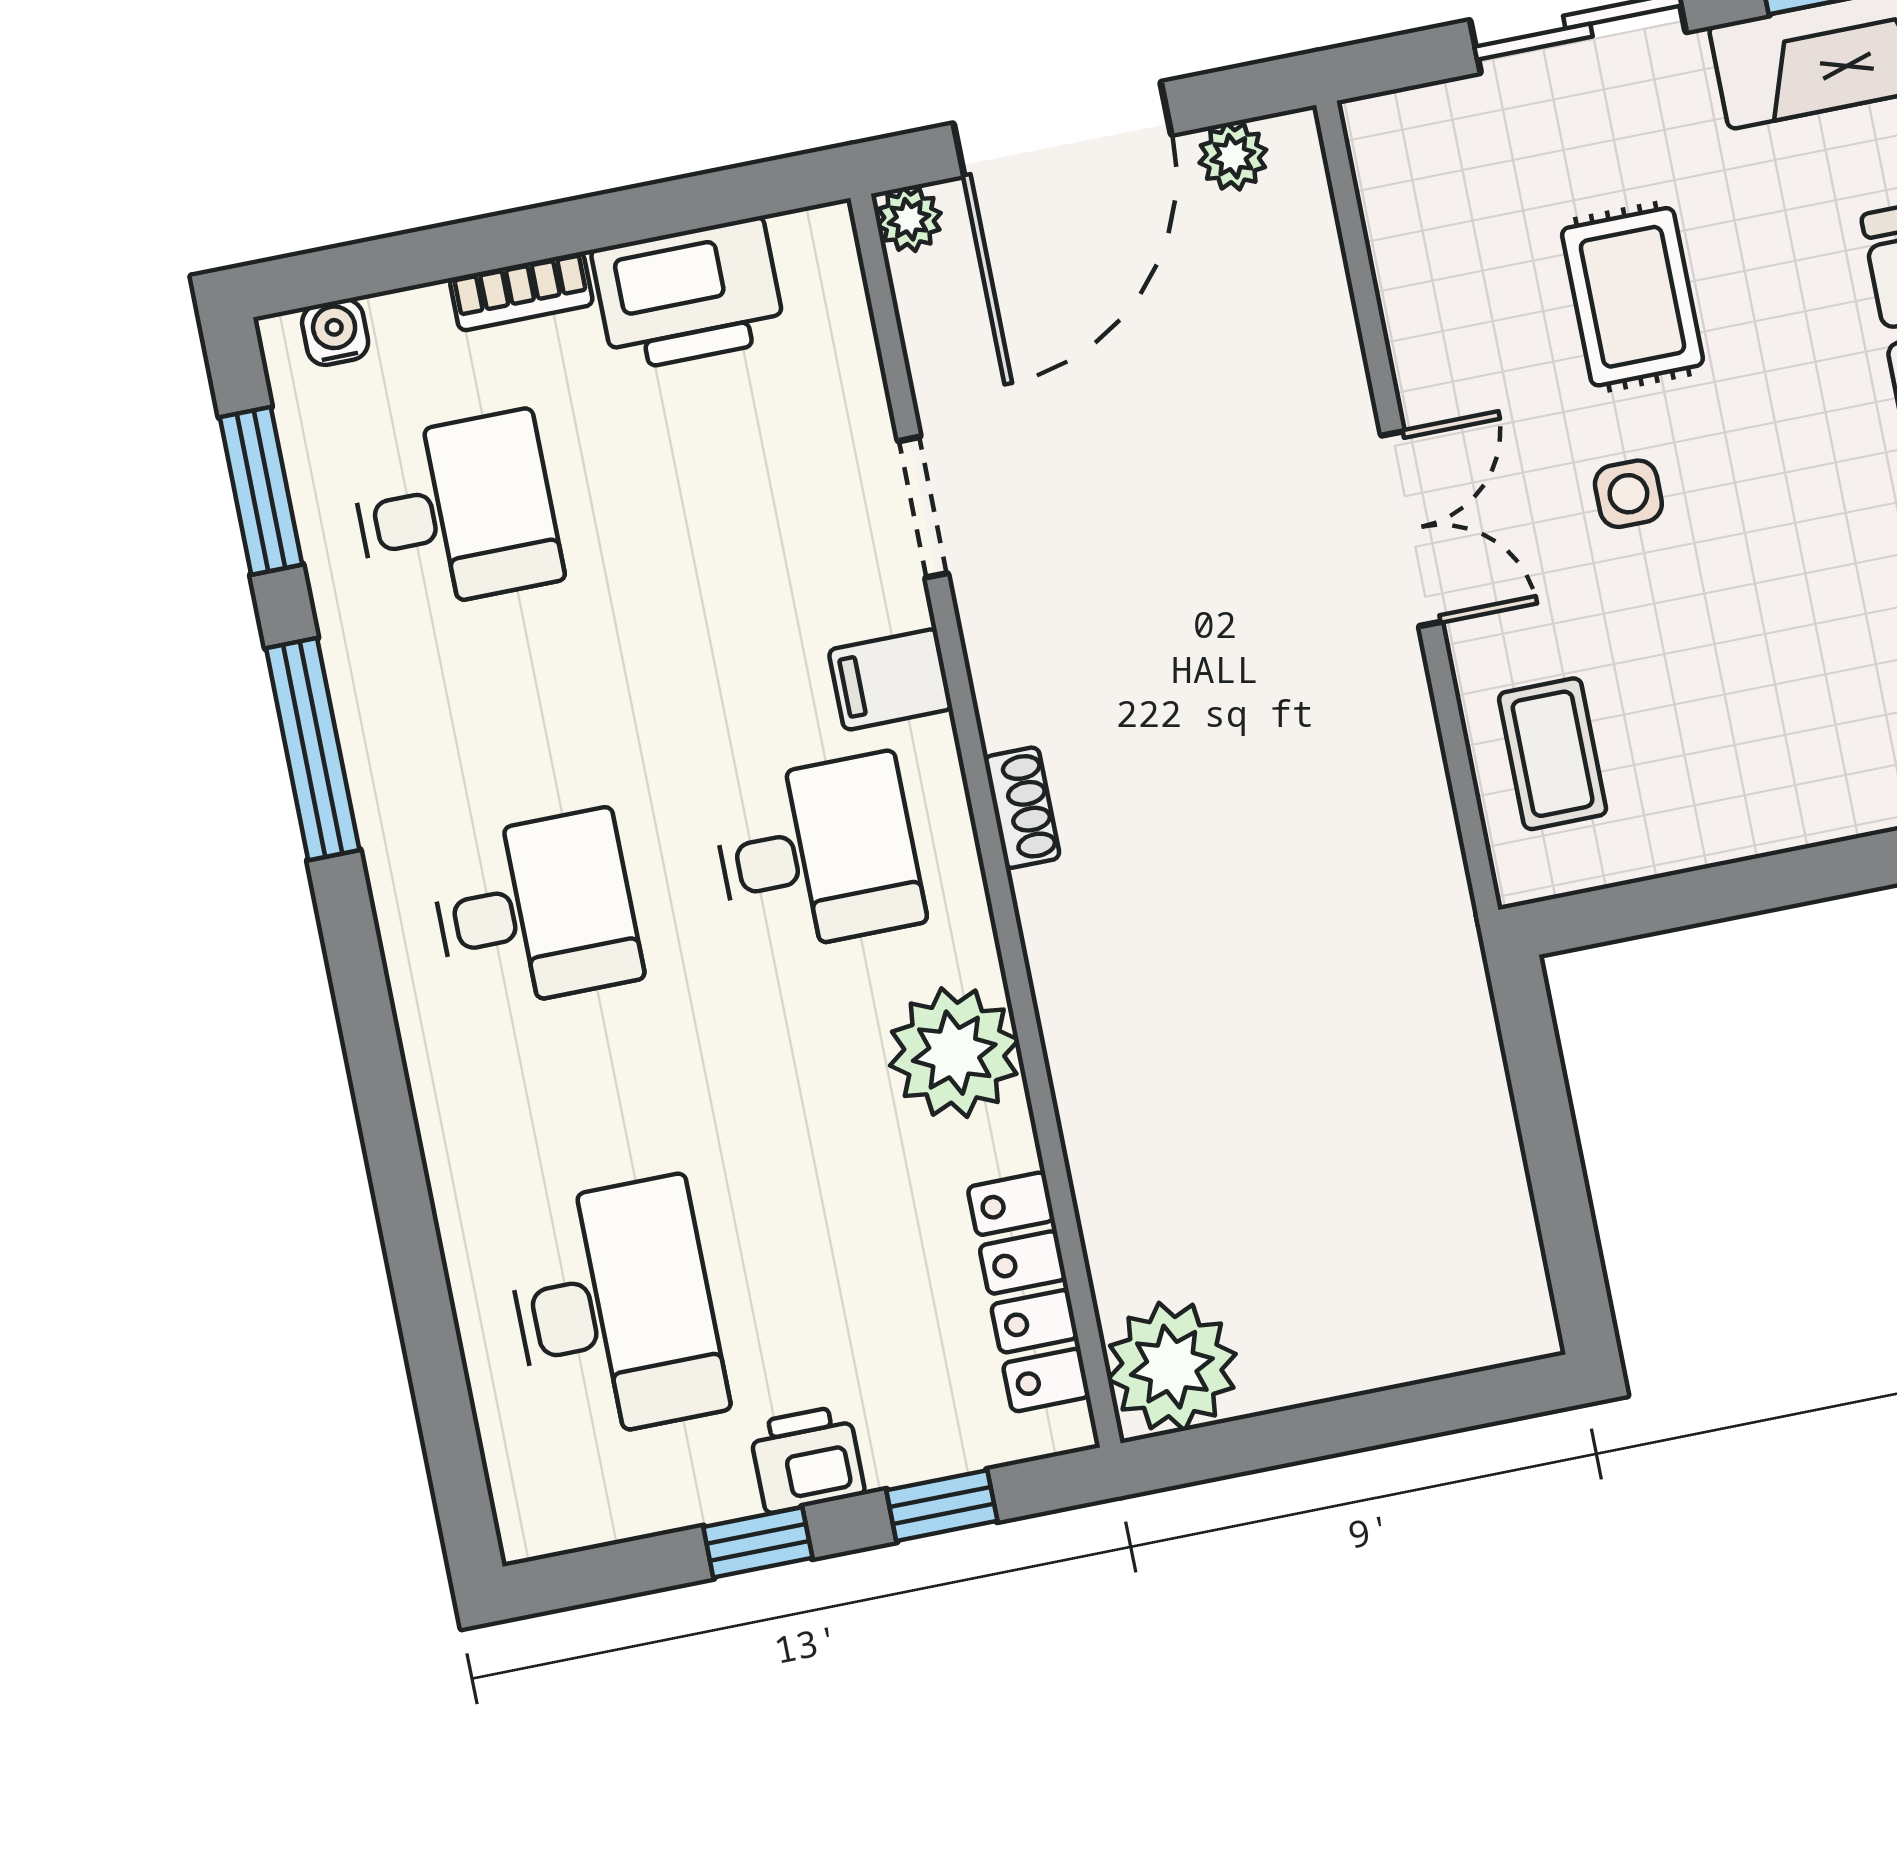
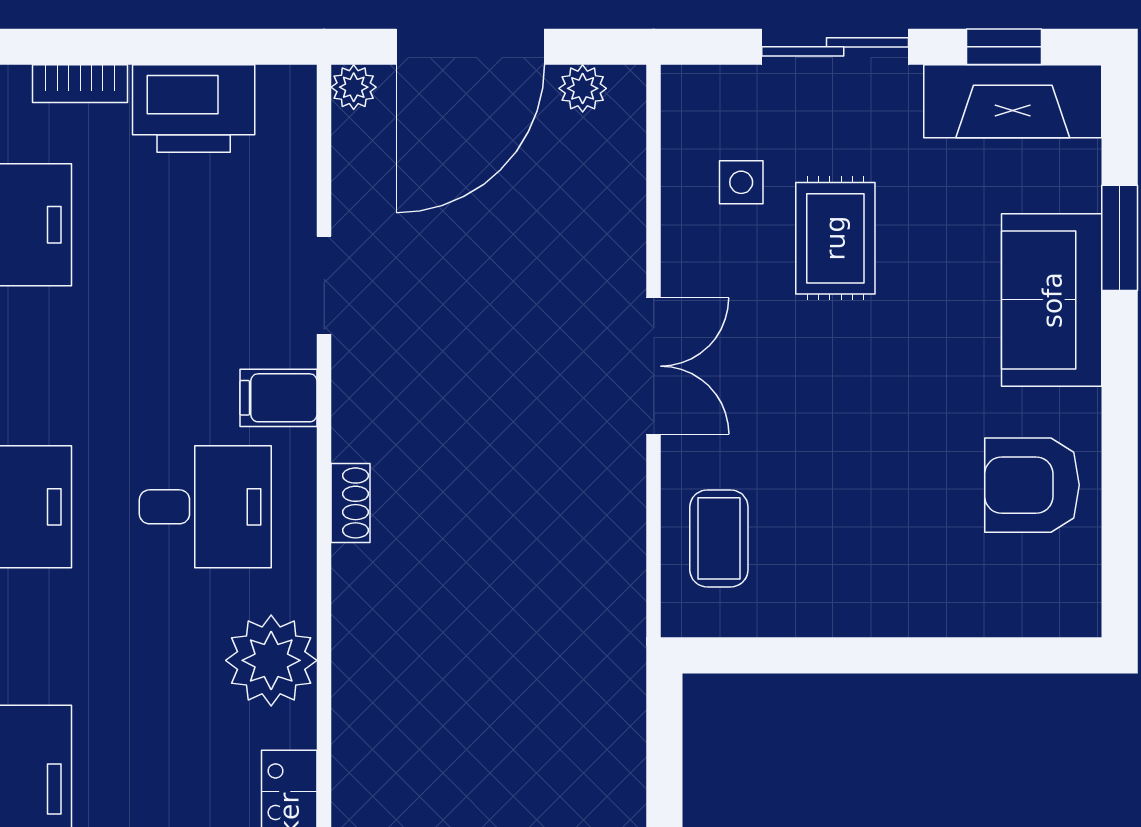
side table: (1628, 494) -> (741, 182), moved

